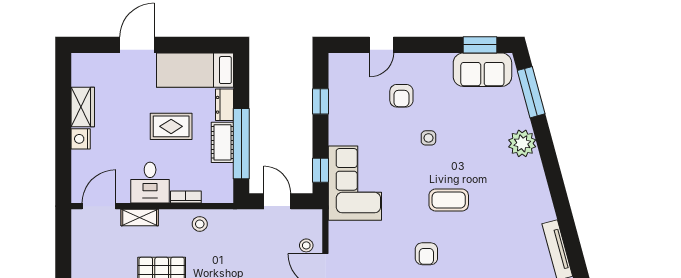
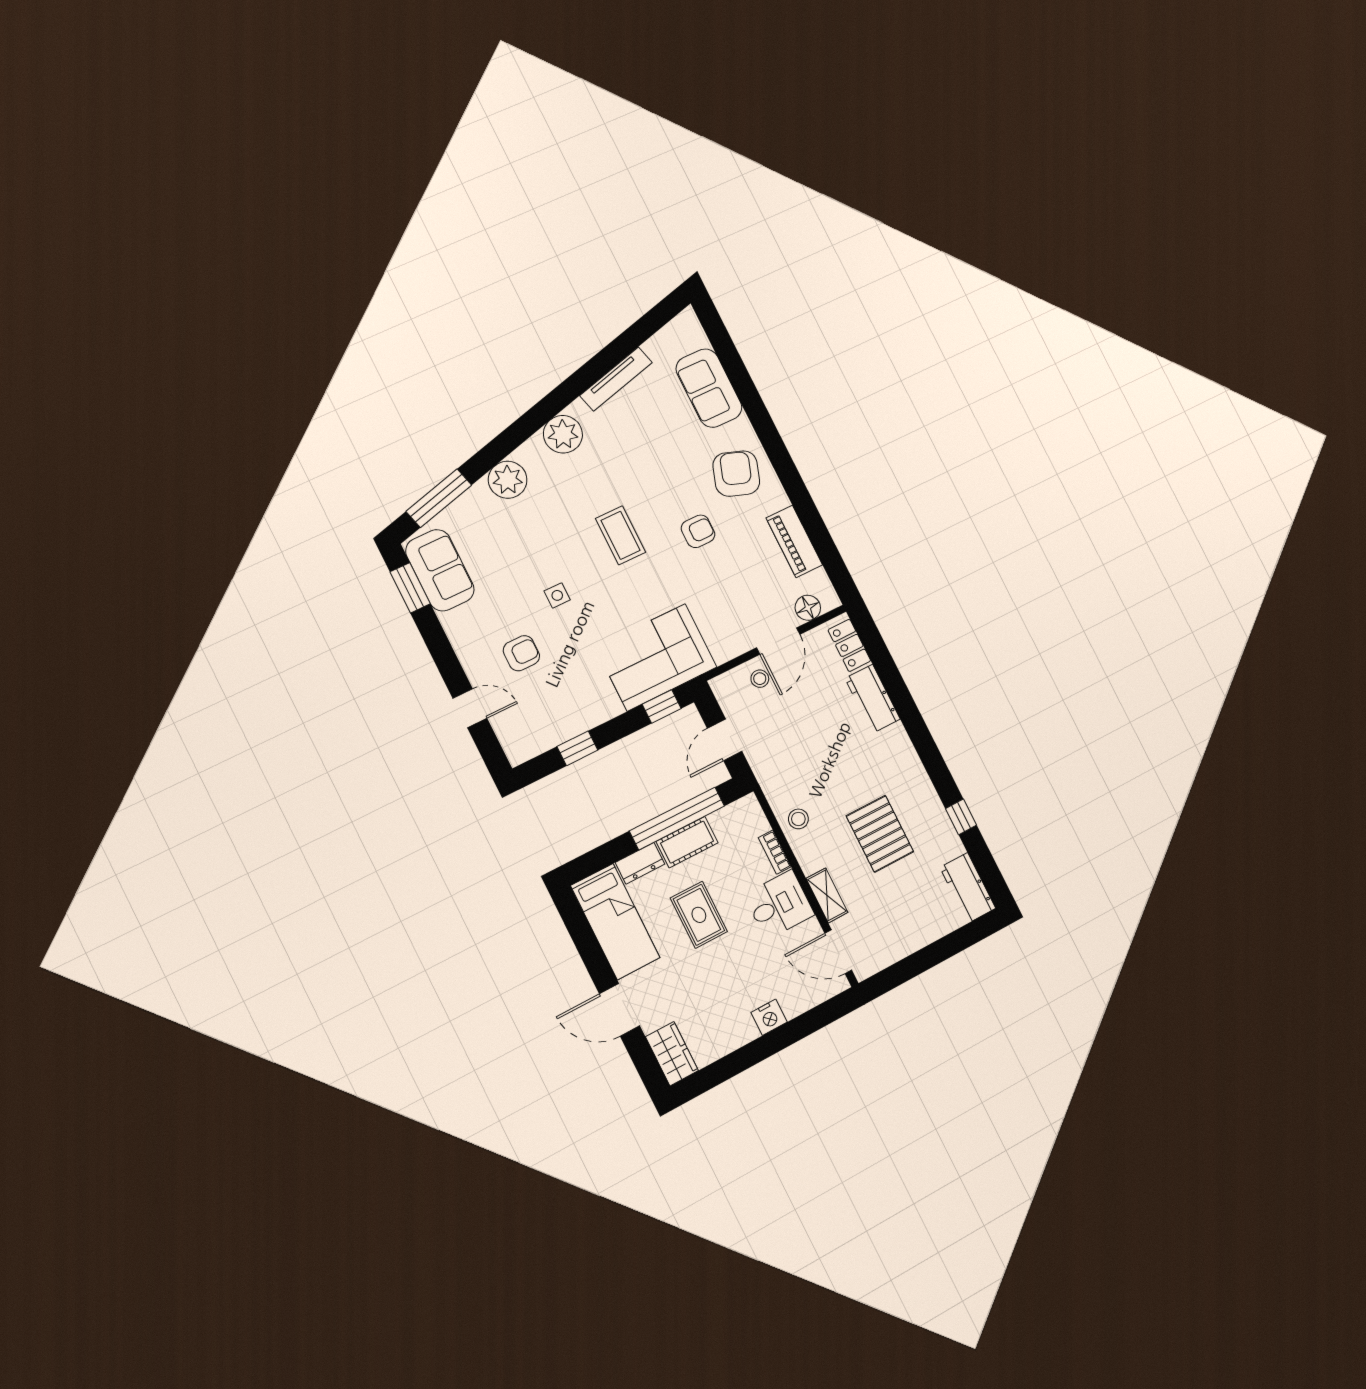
wardrobe: (83, 107) -> (672, 1054), moved, turned 90
plant: (536, 195) -> (563, 434), added

